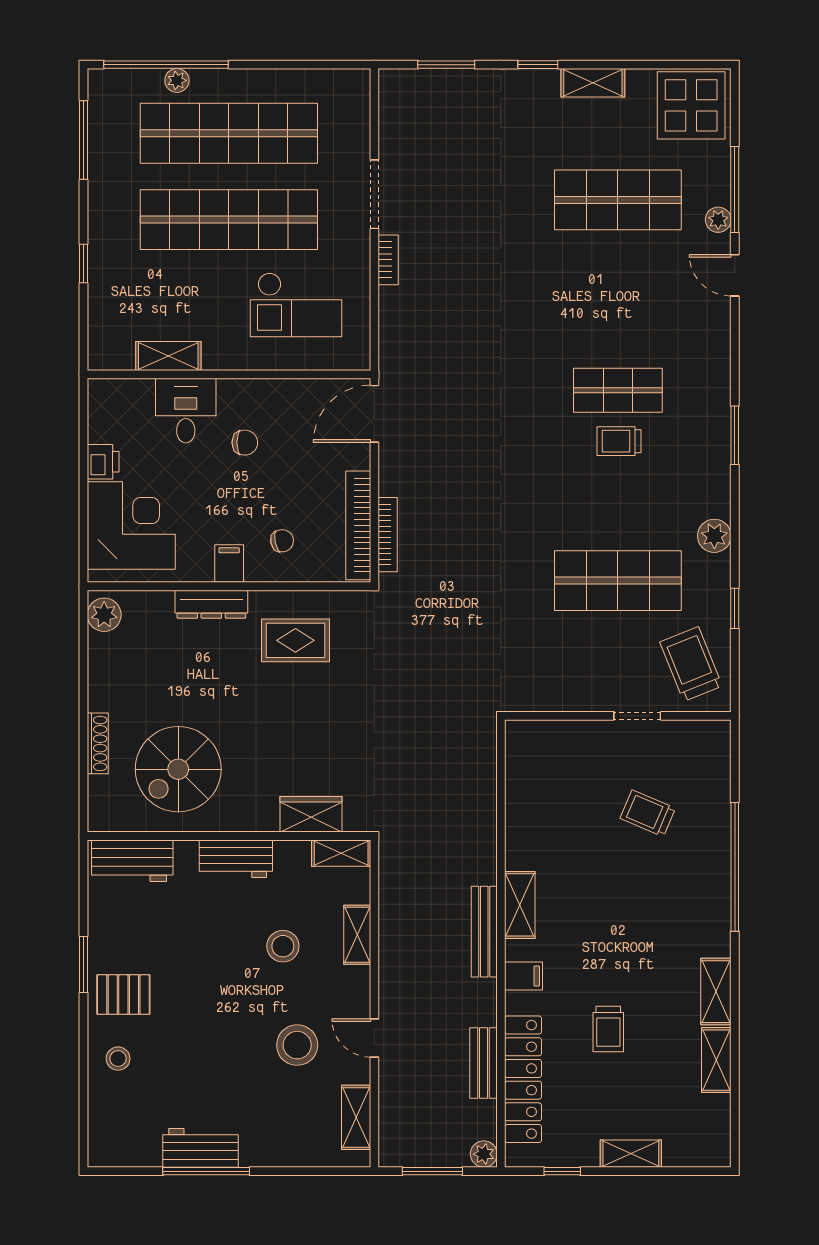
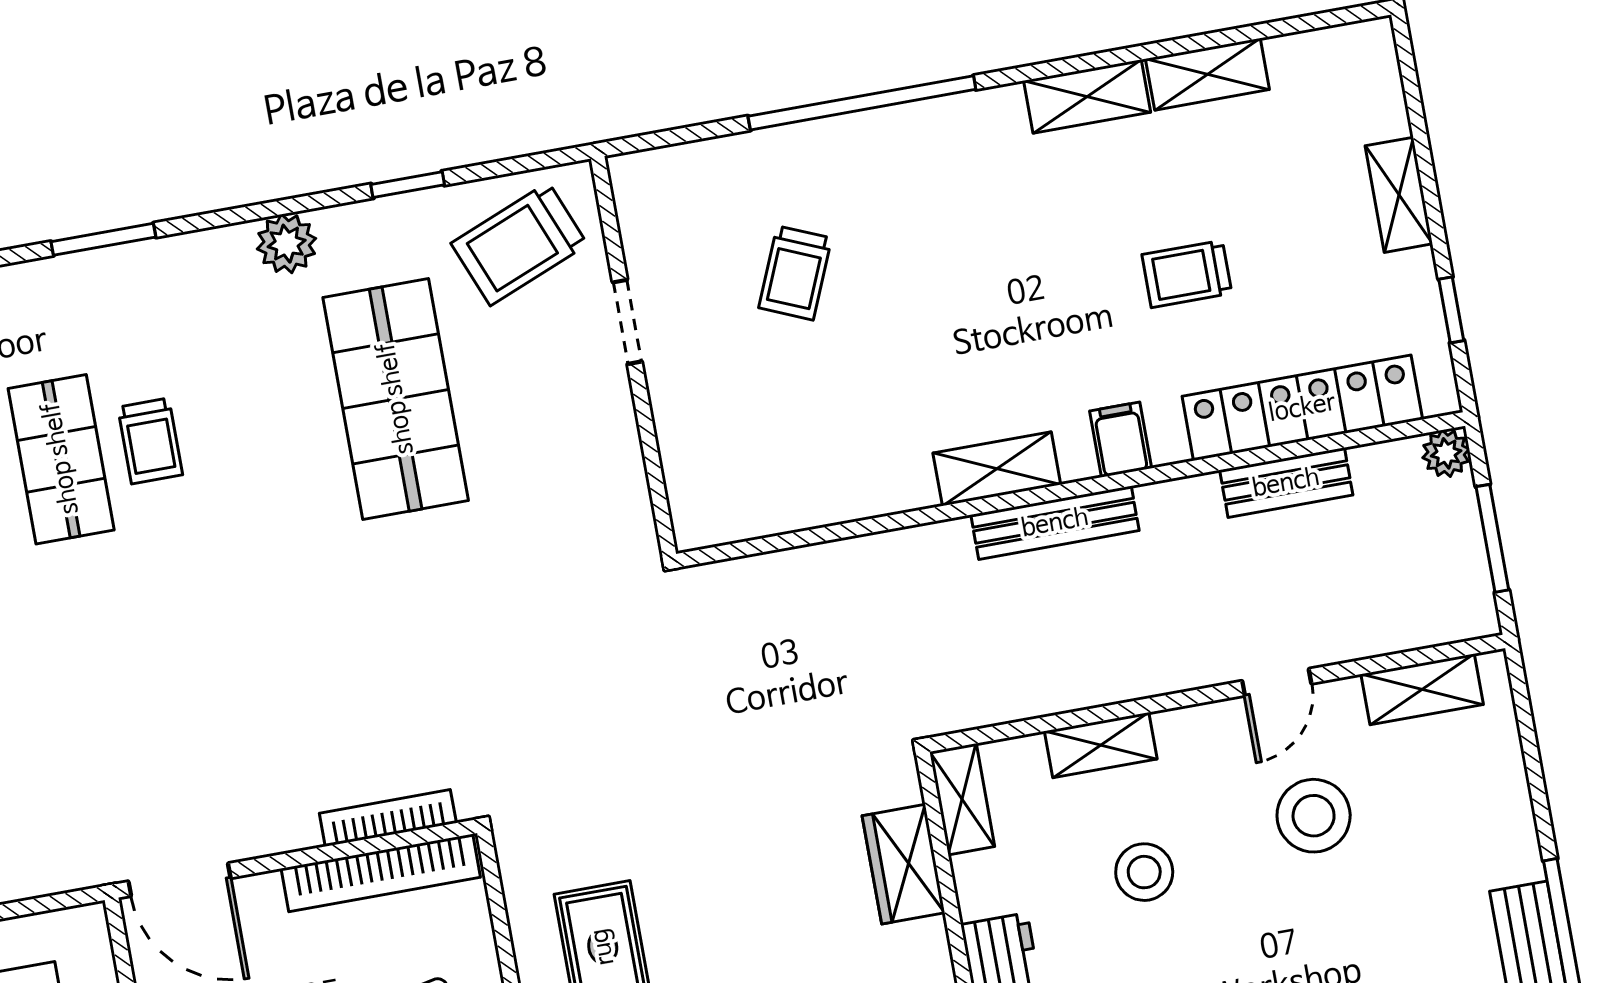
trolley: (608, 1029) -> (1187, 274), turned 180

